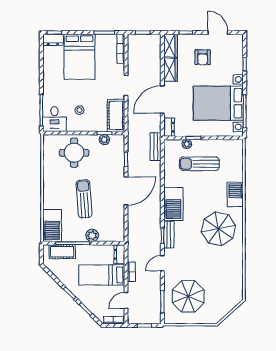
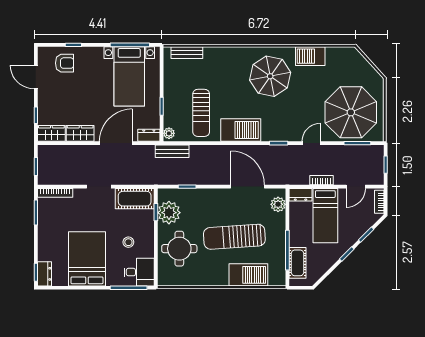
door: (218, 33) -> (36, 77), hinge flipped
bed: (79, 57) -> (87, 259), moved, turned -90
armchair: (203, 57) -> (65, 63), moved
door: (162, 100) -> (116, 143), swing flipped
bed with nightstands: (218, 103) -> (129, 76), width x0.73
plant: (104, 140) -> (169, 213), width x1.88, depth x1.88
plant: (187, 144) -> (169, 133), moved
sun lounger: (199, 164) -> (201, 113), moved
door: (126, 191) -> (248, 187), moved
barbecue: (235, 194) -> (310, 56), moved
sun lounger: (84, 199) -> (234, 237), width x1.36, depth x1.34
barbecue: (52, 226) -> (248, 275), moved
plant: (92, 235) -> (278, 204), moved
bench: (169, 235) -> (187, 53), moved
door: (162, 263) -> (311, 143), swing flipped
parasol: (188, 296) -> (351, 112), width x1.36, depth x1.36
door: (126, 301) -> (356, 187), hinge flipped

